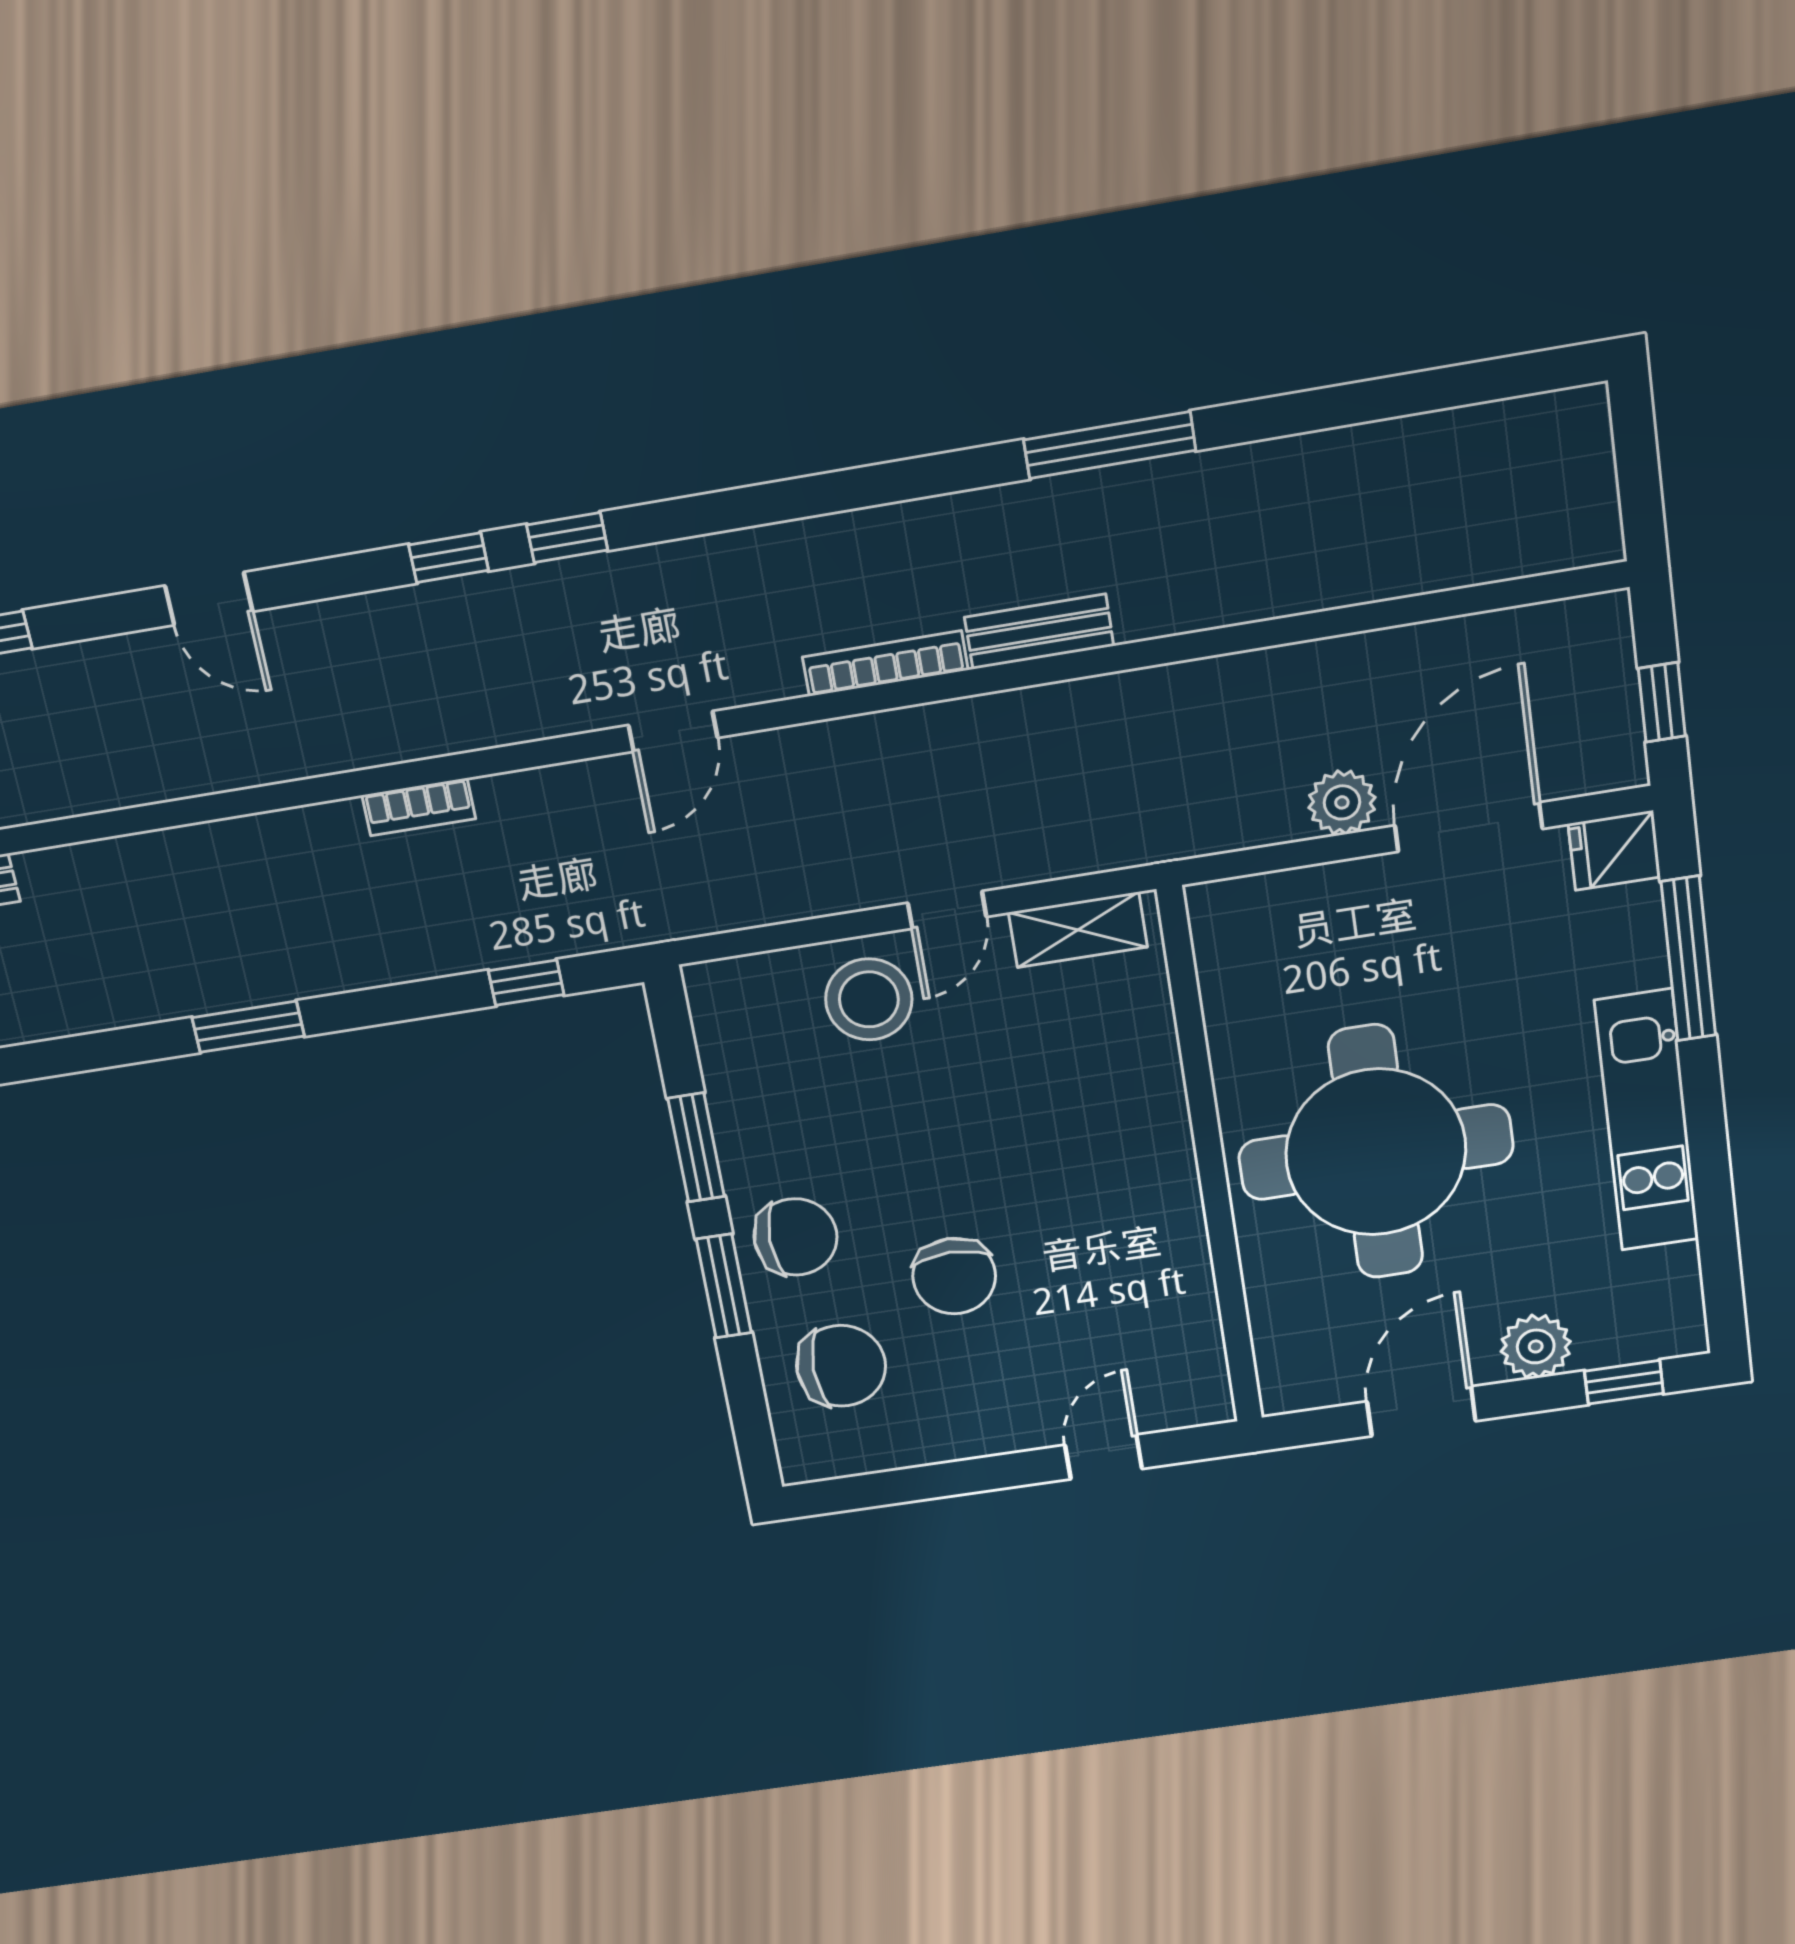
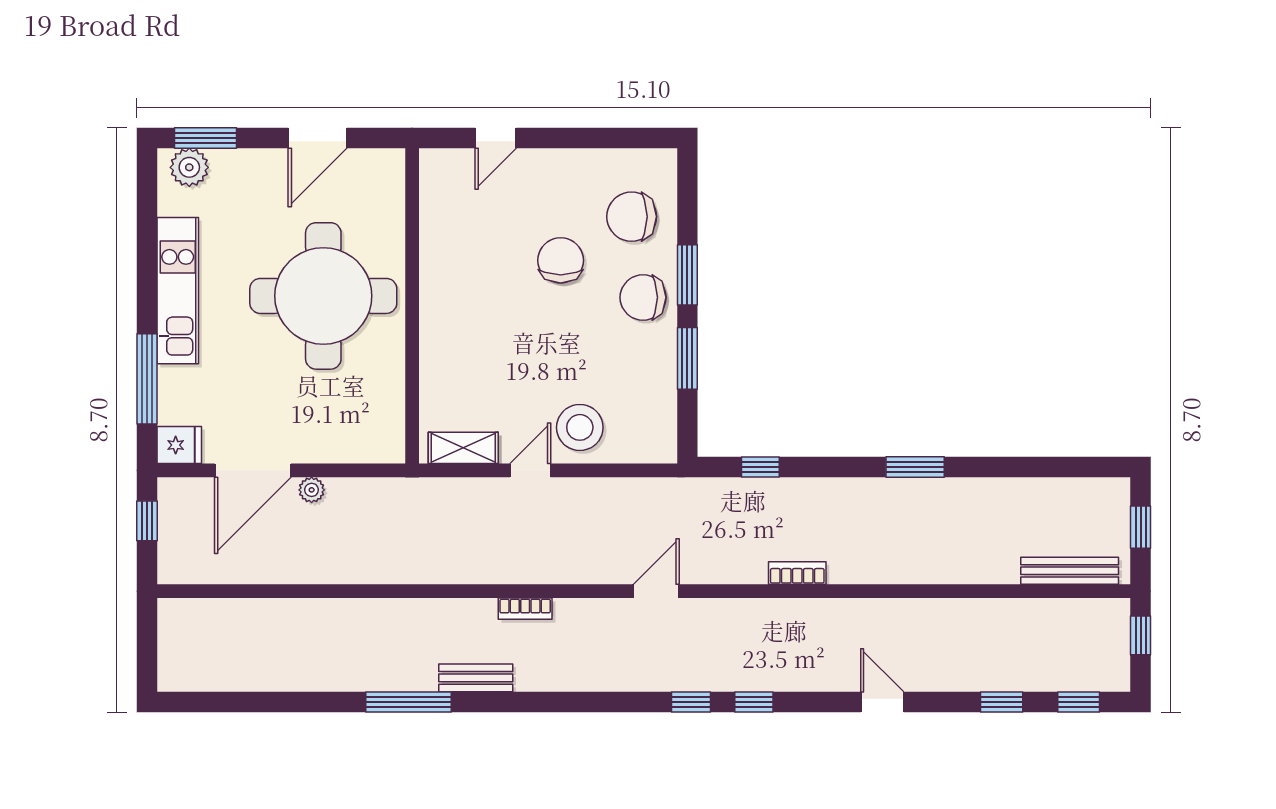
bench: (1039, 632) -> (476, 678), moved
bookcase: (885, 663) -> (525, 609), width x0.64
plant: (1342, 802) -> (312, 490), width x0.73, depth x0.73
plant: (1536, 1346) -> (189, 167), moved
window: (1624, 1382) -> (205, 138), width x1.50

